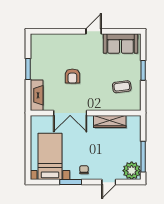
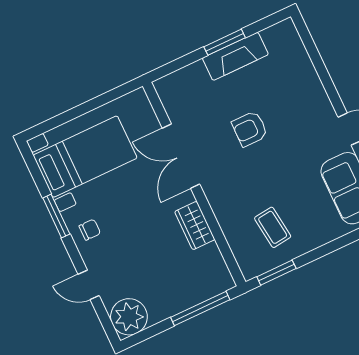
window: (143, 70) -> (276, 273), moved
fireplace: (37, 95) -> (235, 56), moved
wardrobe: (110, 121) -> (195, 226), width x0.67
window: (143, 157) -> (200, 308), moved

